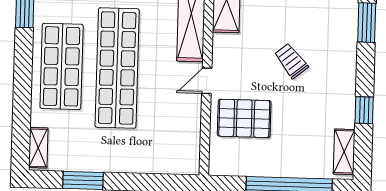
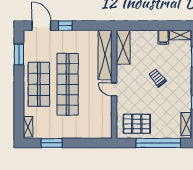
door: (207, 81) -> (114, 89), hinge flipped
pallet: (244, 118) -> (137, 124), moved

